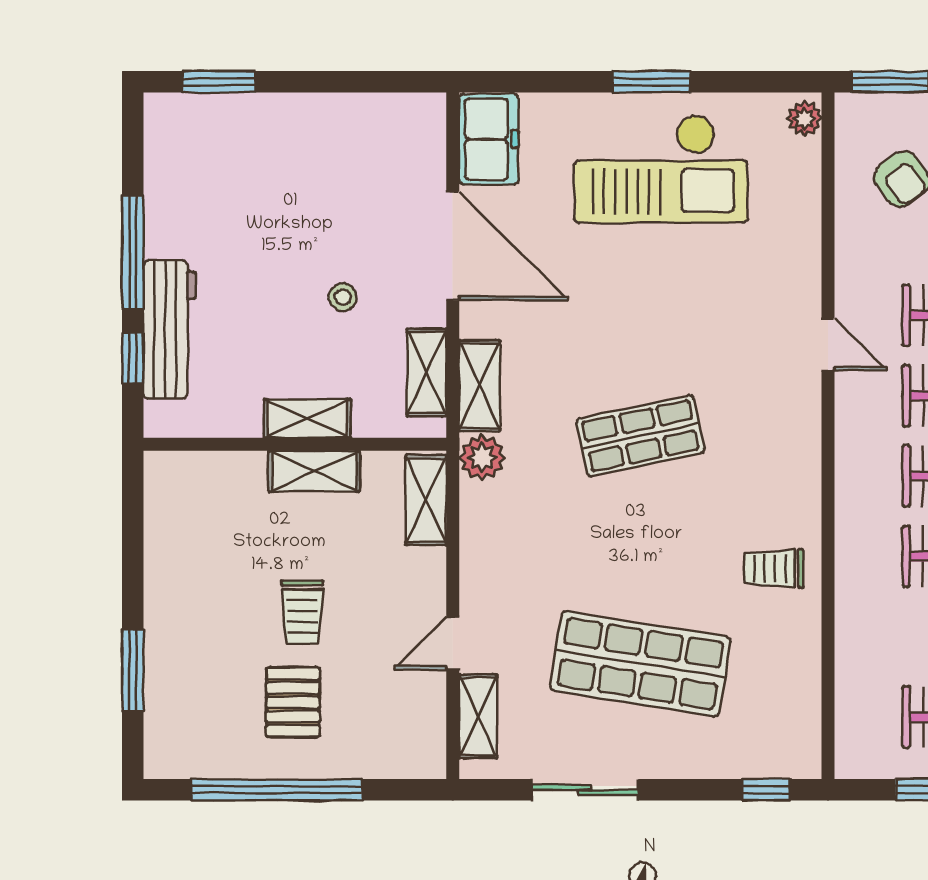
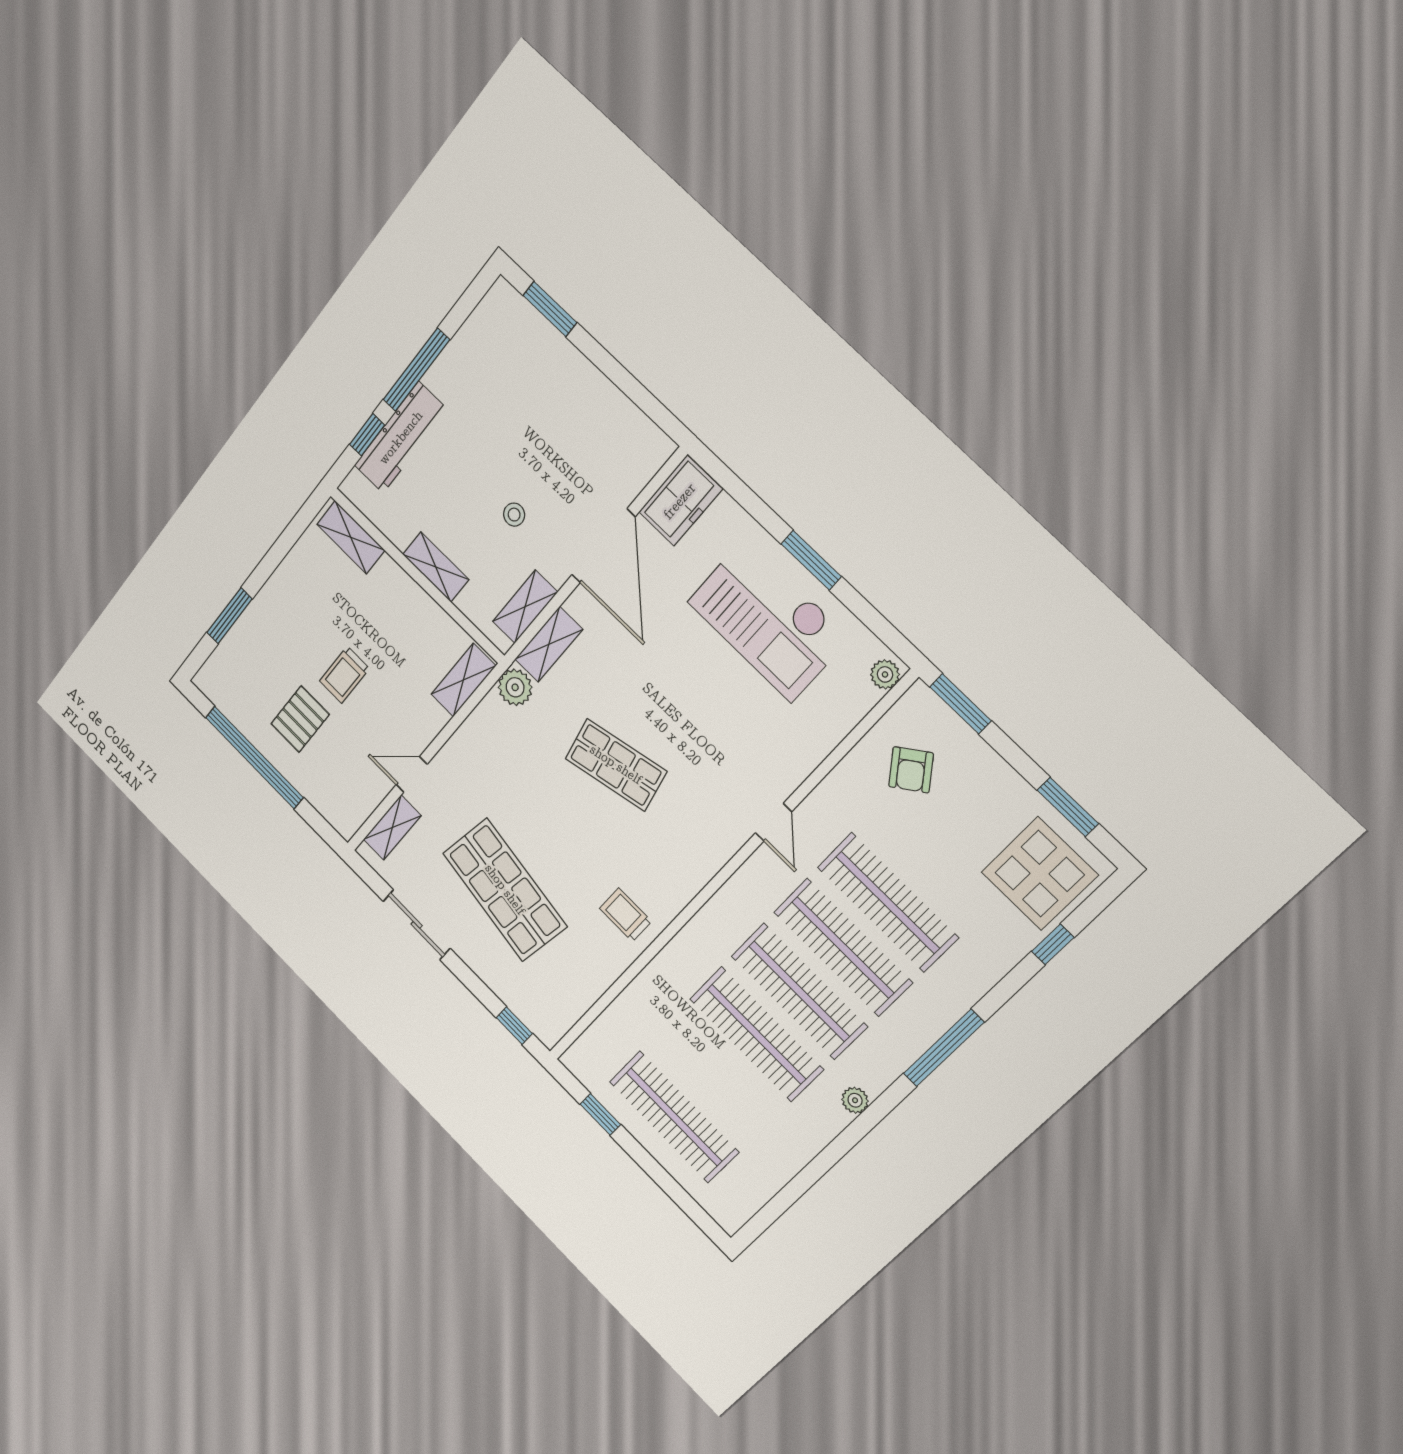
shelving: (314, 471) -> (351, 537), moved

